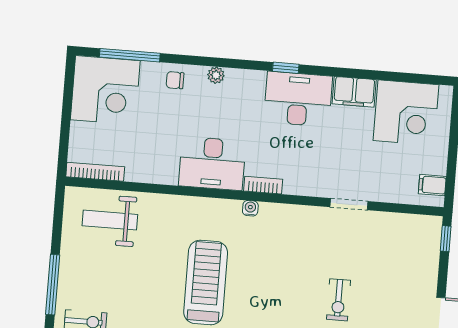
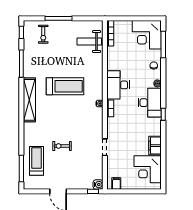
desk: (298, 99) -> (150, 103), moved
weight bench: (110, 220) -> (89, 42), turned -90
water cooler: (431, 226) -> (98, 185), added

